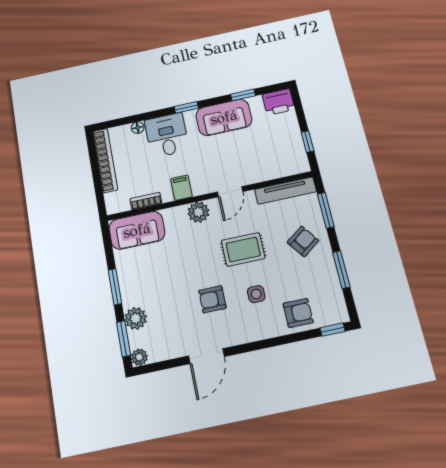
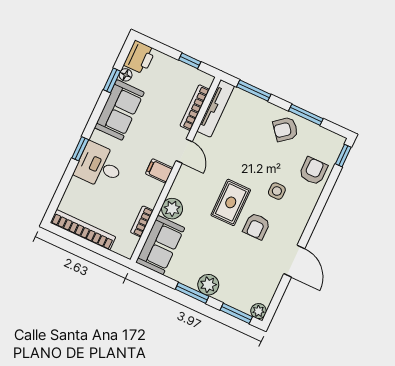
window: (186, 107) -> (80, 149), moved
floor lamp: (138, 128) -> (126, 75), moved
bookcase: (273, 174) -> (195, 108), added
filing cabinet: (181, 188) -> (159, 171), moved
plant: (198, 212) -> (172, 209), moved
armchair: (303, 241) -> (285, 129), moved, turned -93
rug: (243, 249) -> (231, 202), moved
plant: (136, 318) -> (208, 285), moved

